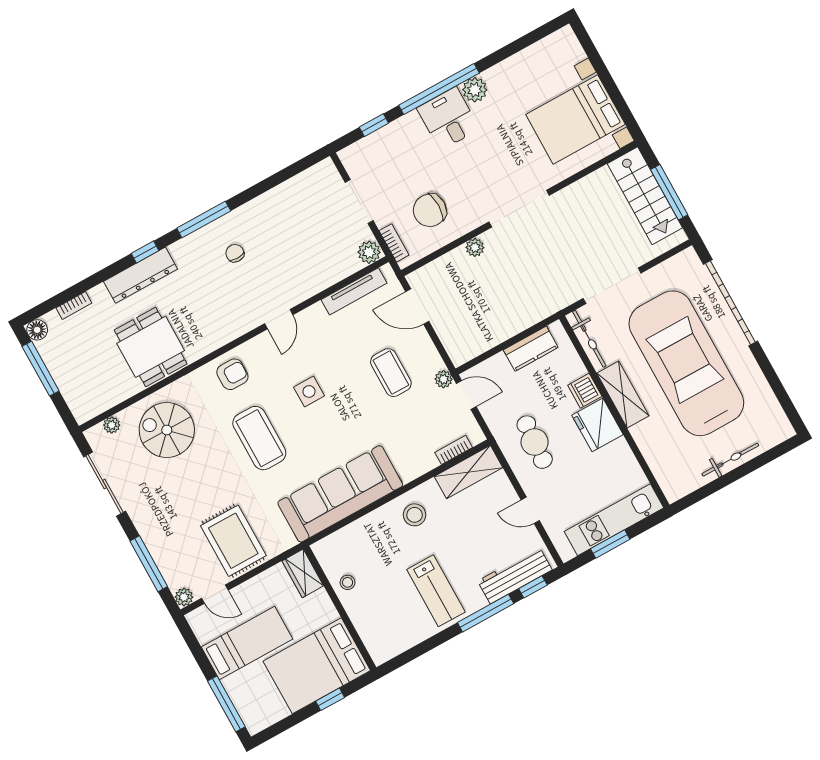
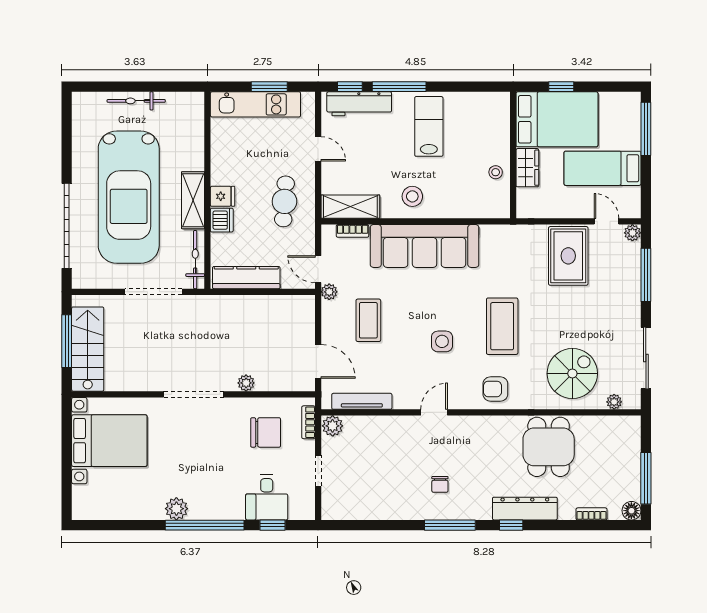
desk: (448, 119) -> (267, 497), moved
doorway: (359, 201) -> (318, 471), width x0.73
kitchen counter: (531, 349) -> (246, 278), width x1.50
fridge: (597, 425) -> (223, 196), width x0.53, depth x0.75
spiral stairs: (167, 430) -> (572, 374), turned -90
sofa: (340, 494) -> (425, 246), moved
wardrobe: (303, 573) -> (527, 168), moved

